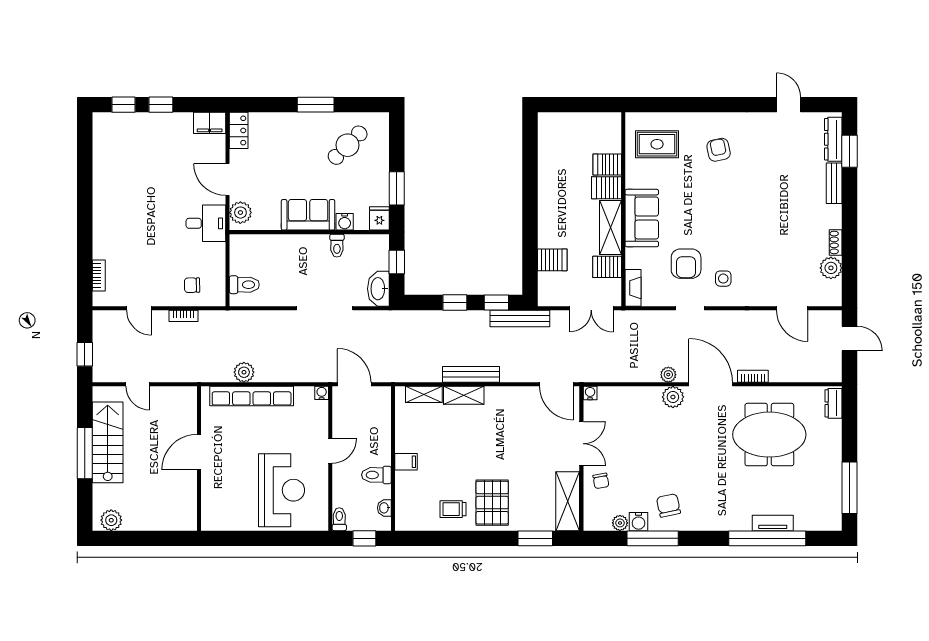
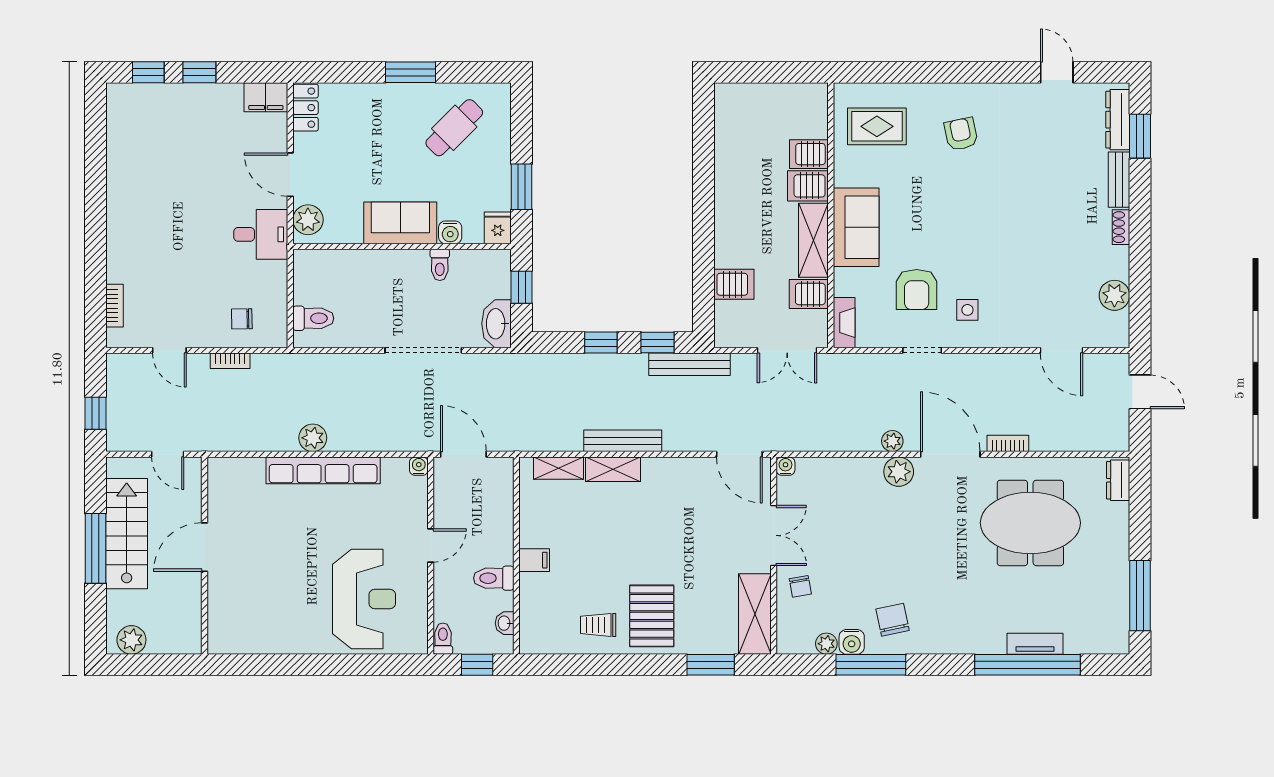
shoe rack: (836, 242) -> (1121, 227), moved
door: (199, 452) -> (205, 547), moved
wall: (199, 458) -> (205, 556), moved

